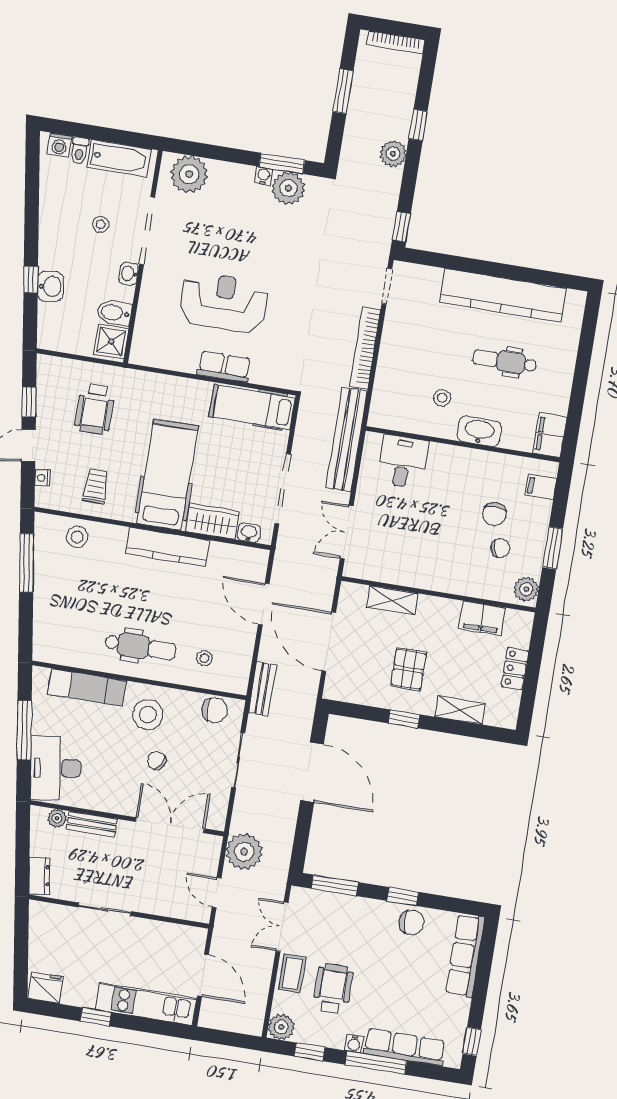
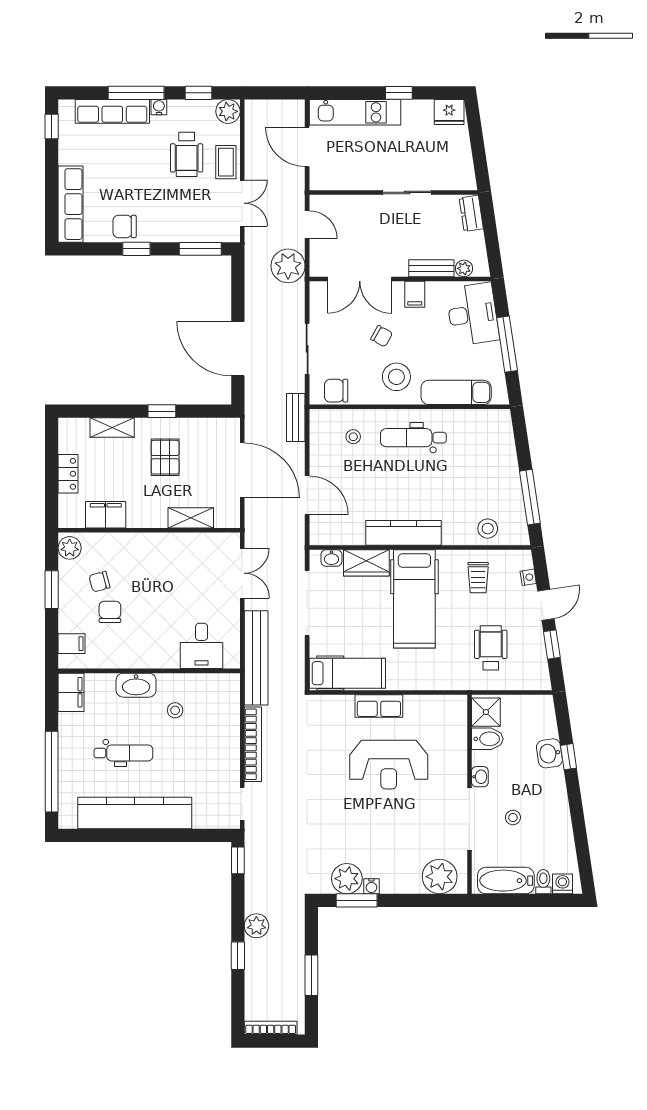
window: (584, 354) -> (52, 772), added
filing cabinet: (114, 799) -> (415, 294), added

